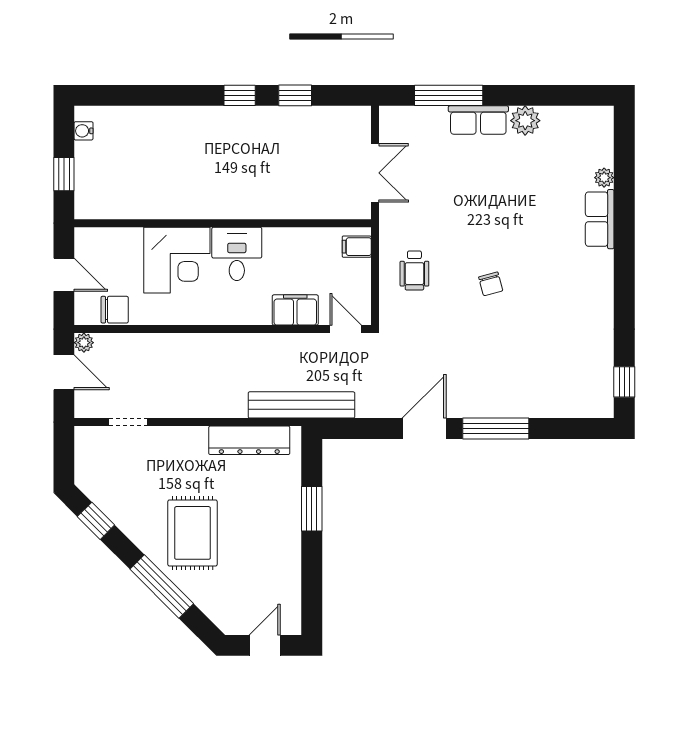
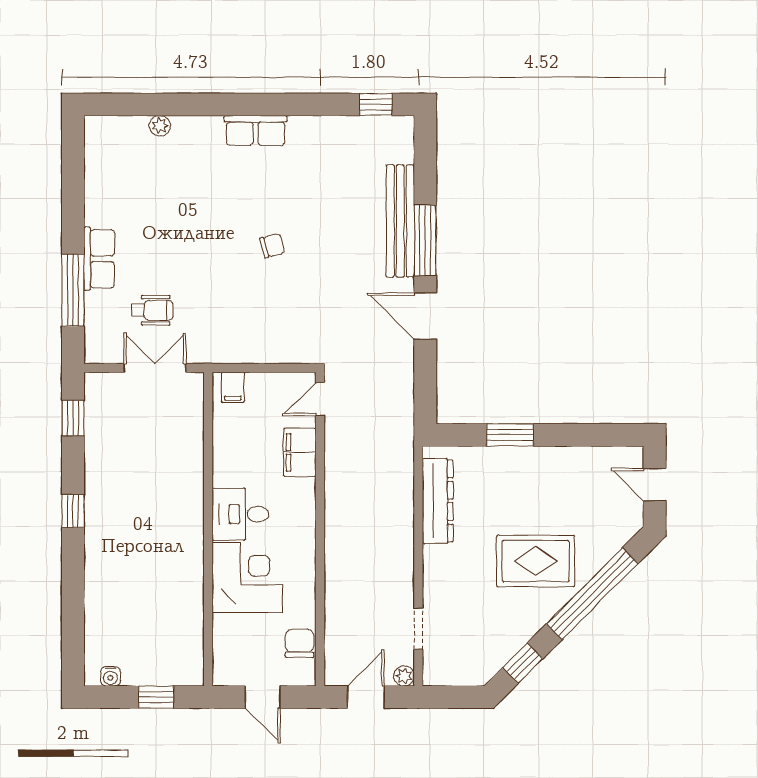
window: (295, 95) -> (73, 418), moved
plant: (525, 121) -> (100, 209), removed
row of seats: (600, 219) -> (256, 130), moved
wheelchair: (414, 270) -> (152, 310), moved
door: (64, 275) -> (263, 697), swing flipped
plant: (84, 343) -> (404, 676), moved
bench: (301, 405) -> (400, 221), moved
window: (162, 586) -> (592, 594), width x1.46

